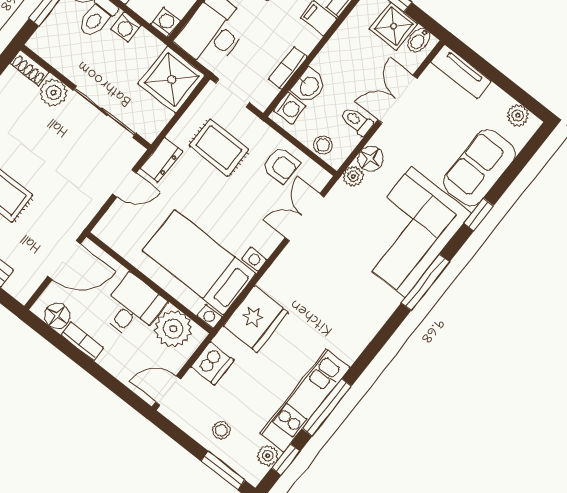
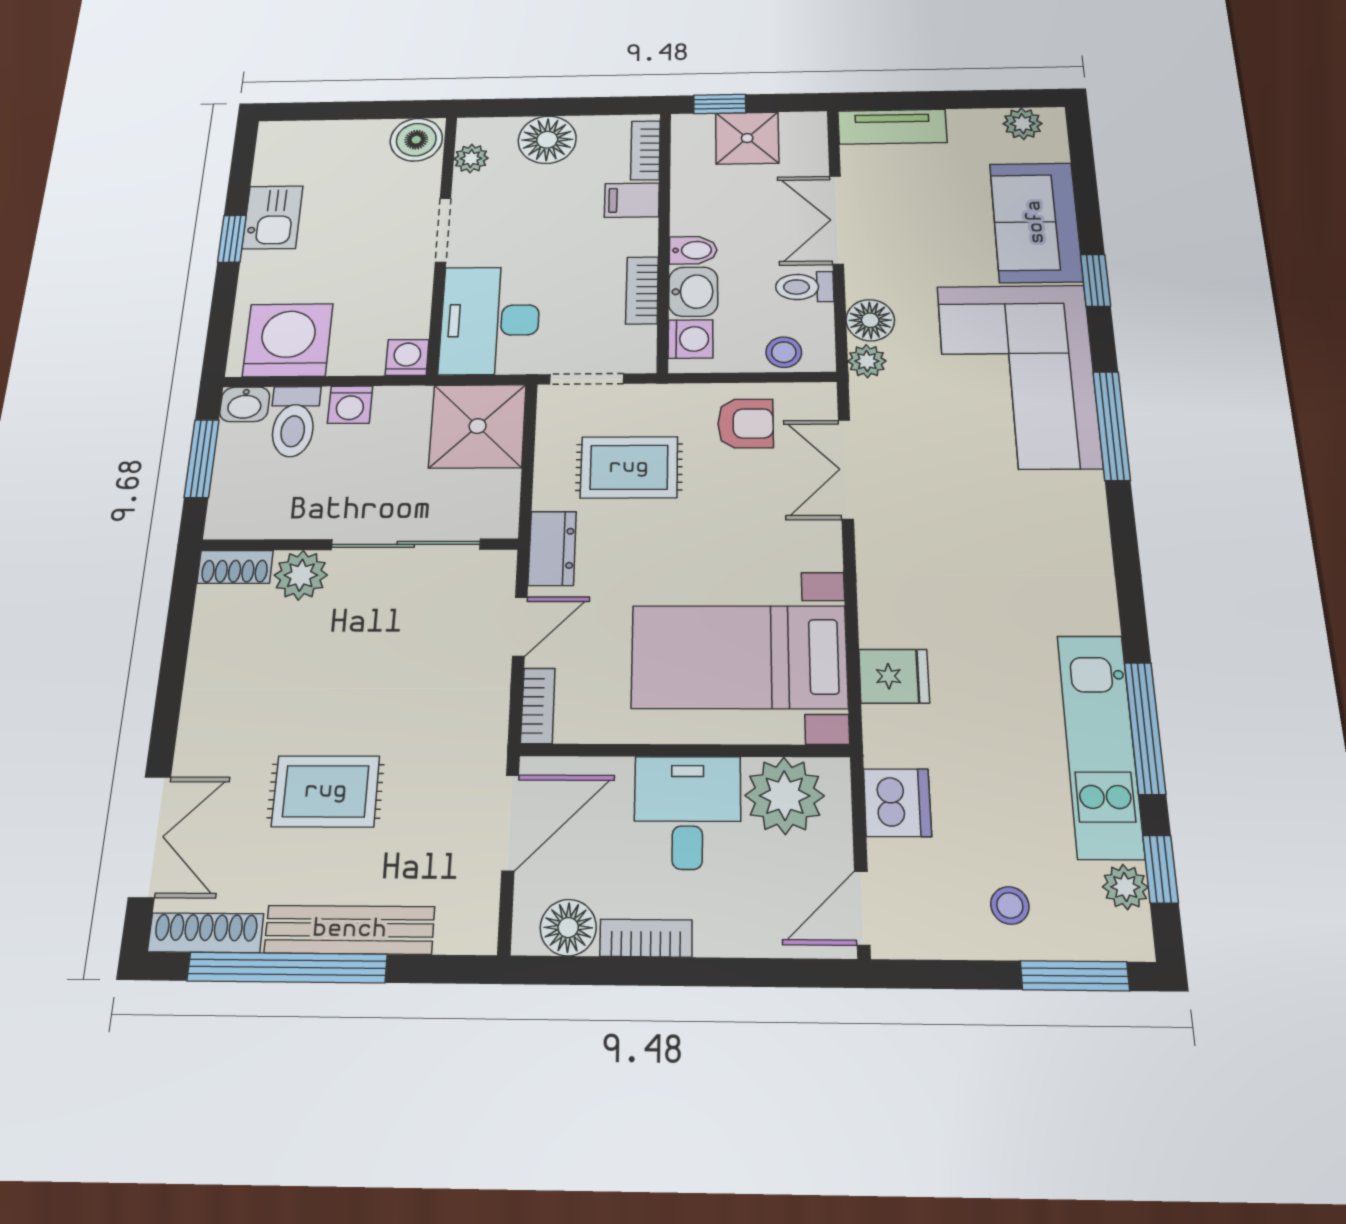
bidet: (419, 40) -> (693, 250), moved, turned -90
bookcase: (108, 222) -> (538, 706), added
fridge: (256, 319) -> (894, 676), width x0.53, depth x0.75

